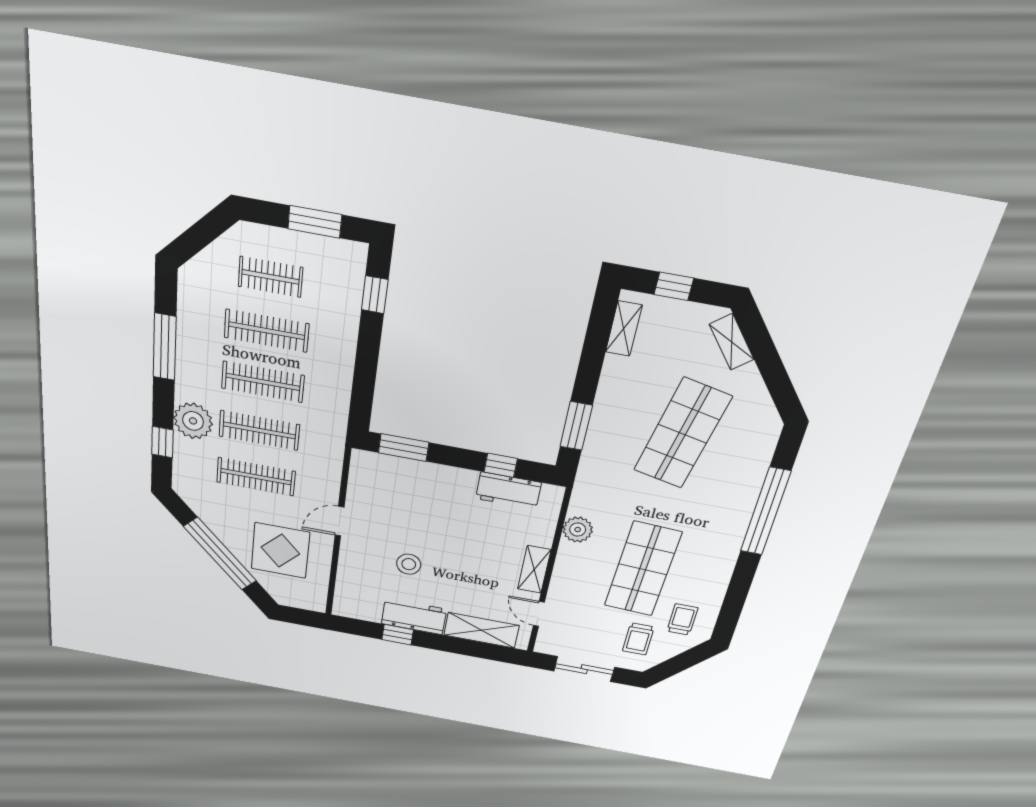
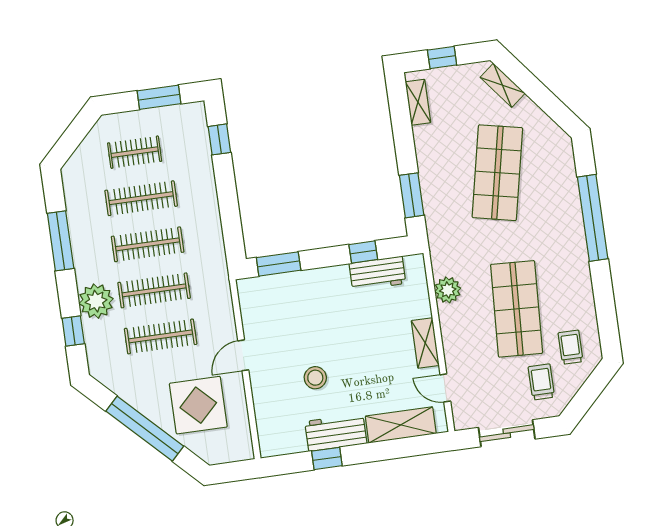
trolley: (638, 639) -> (541, 382), turned 180

